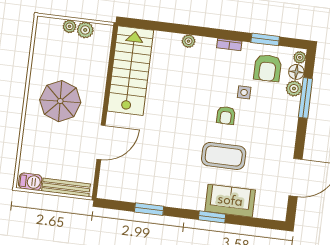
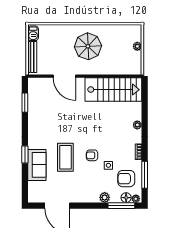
plant: (85, 30) -> (136, 57), removed
window: (265, 39) -> (145, 175), width x1.44
plant: (294, 89) -> (105, 197), moved
window: (305, 98) -> (121, 206), moved
window: (149, 209) -> (25, 103), moved

